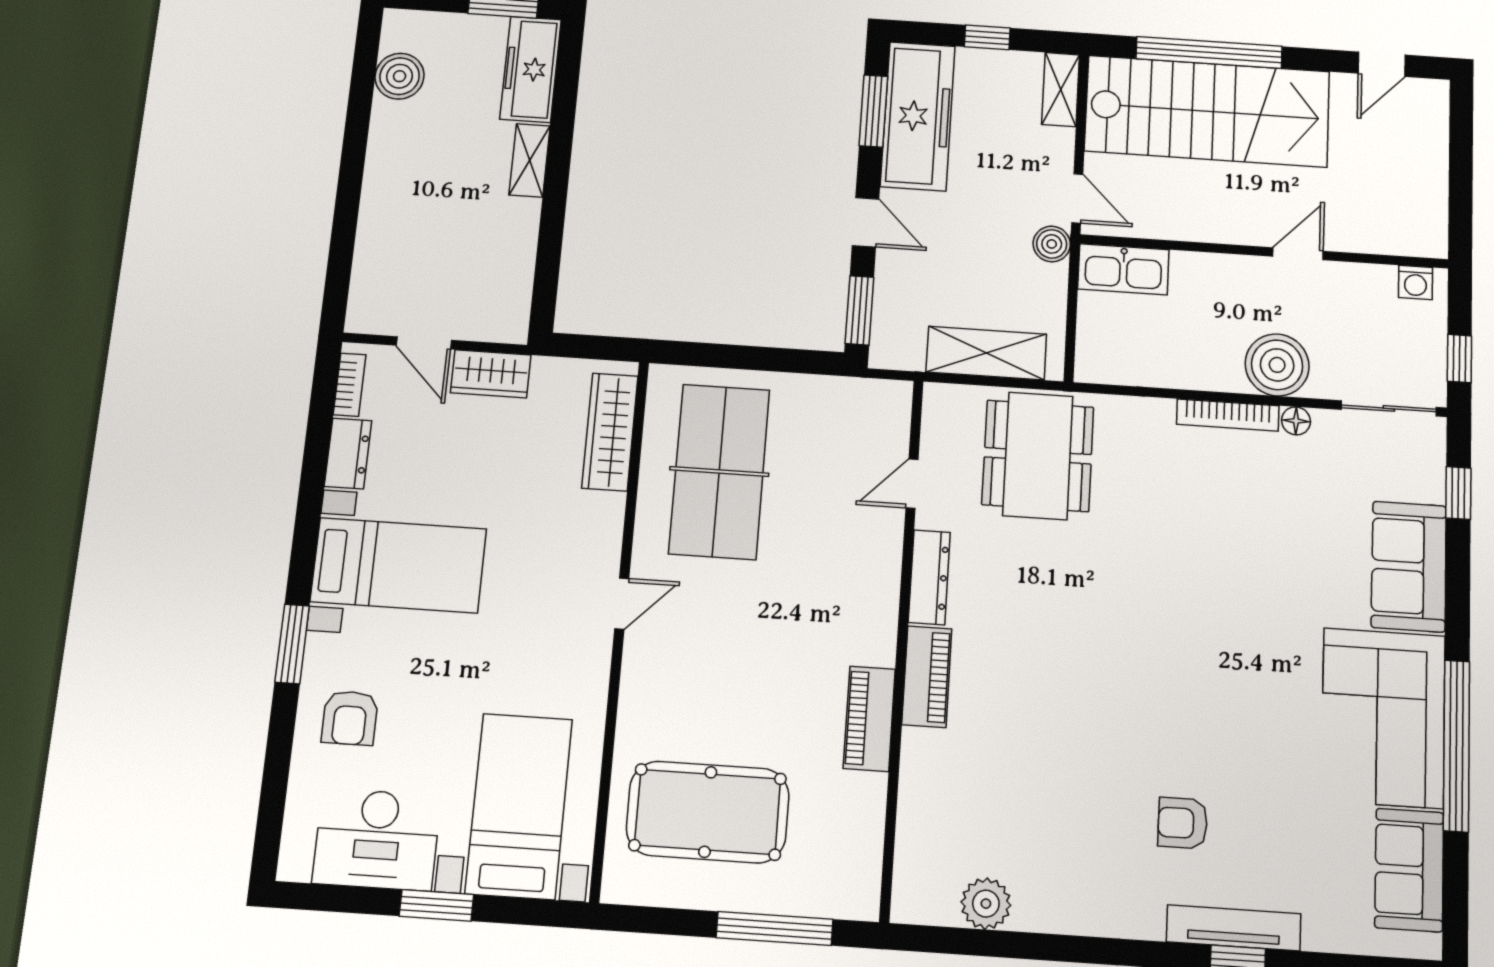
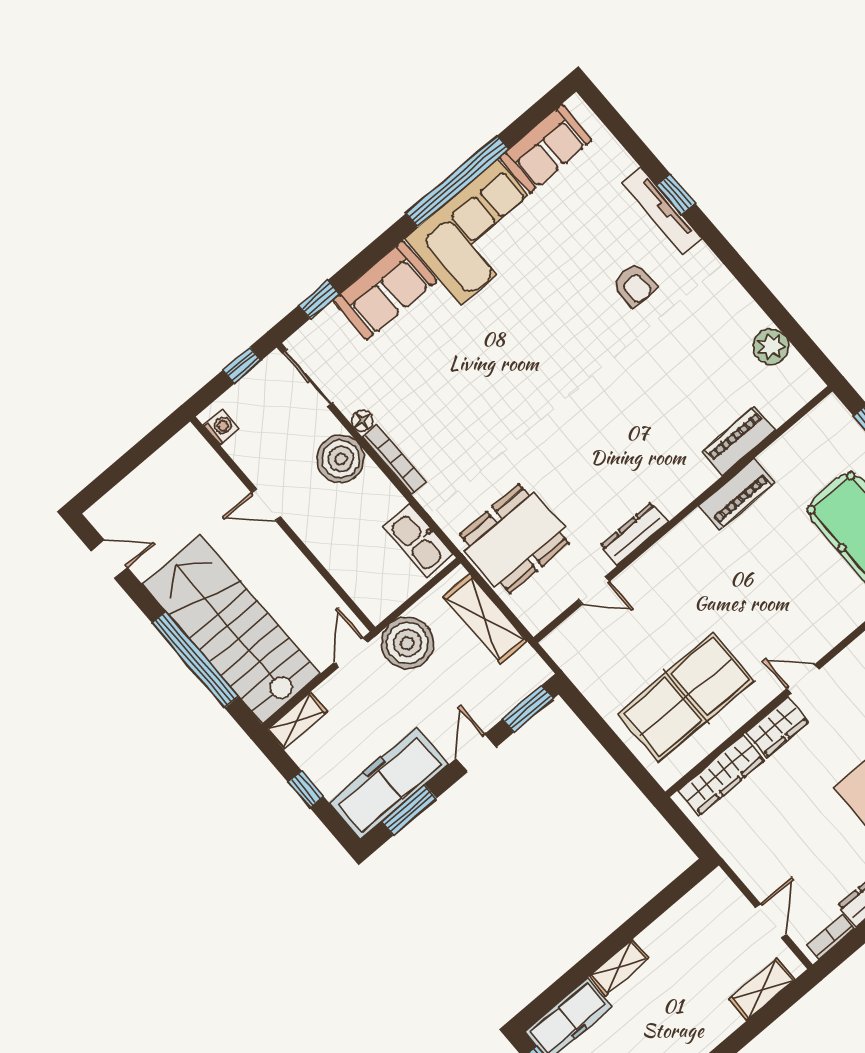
boiler: (1052, 244) -> (407, 643), width x1.86, depth x1.86
kitchen sink: (1123, 269) -> (418, 541), moved, turned 180
shelving: (370, 272) -> (762, 989), added
wardrobe: (491, 374) -> (777, 727), moved, turned 90
piano: (927, 677) -> (739, 441), moved

